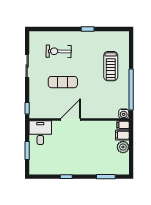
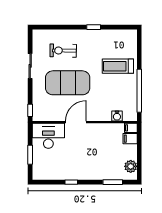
treadmill: (111, 66) -> (118, 66), turned 90
exercise mat: (63, 82) -> (68, 83), width x2.00, depth x1.45
water cooler: (124, 114) -> (117, 116), moved
desk: (40, 133) -> (48, 136), width x1.37
plant: (123, 147) -> (131, 166), moved

